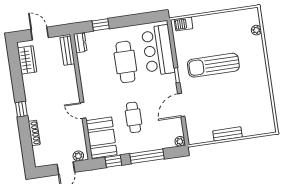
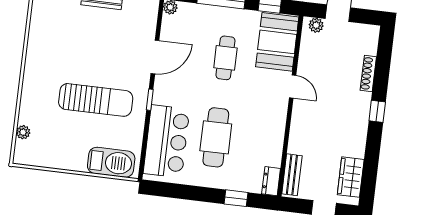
barbecue: (184, 24) -> (111, 162), width x1.88, depth x1.53

